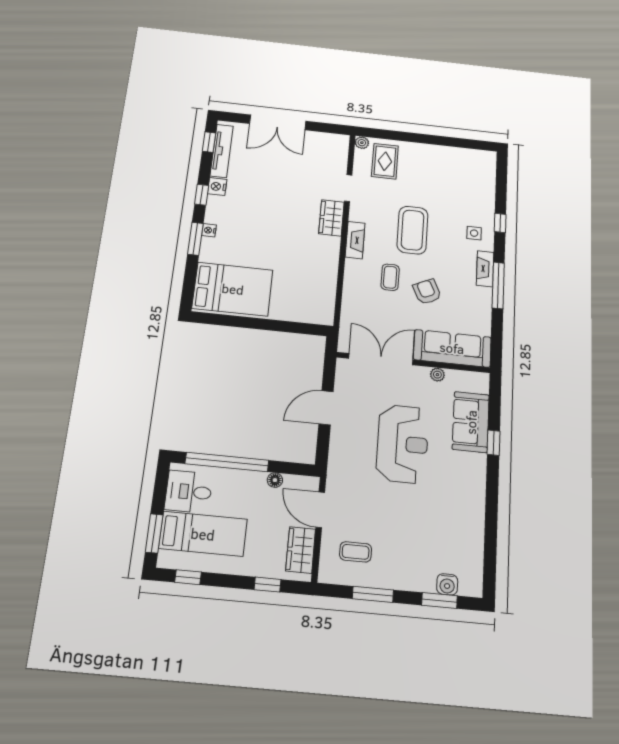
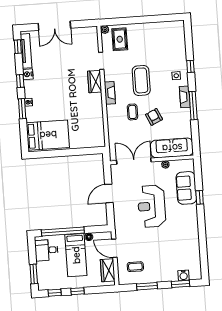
reception desk: (402, 444) -> (152, 206), turned 180
bed: (203, 534) -> (76, 255), moved, turned 90
window: (267, 585) -> (77, 291), moved

